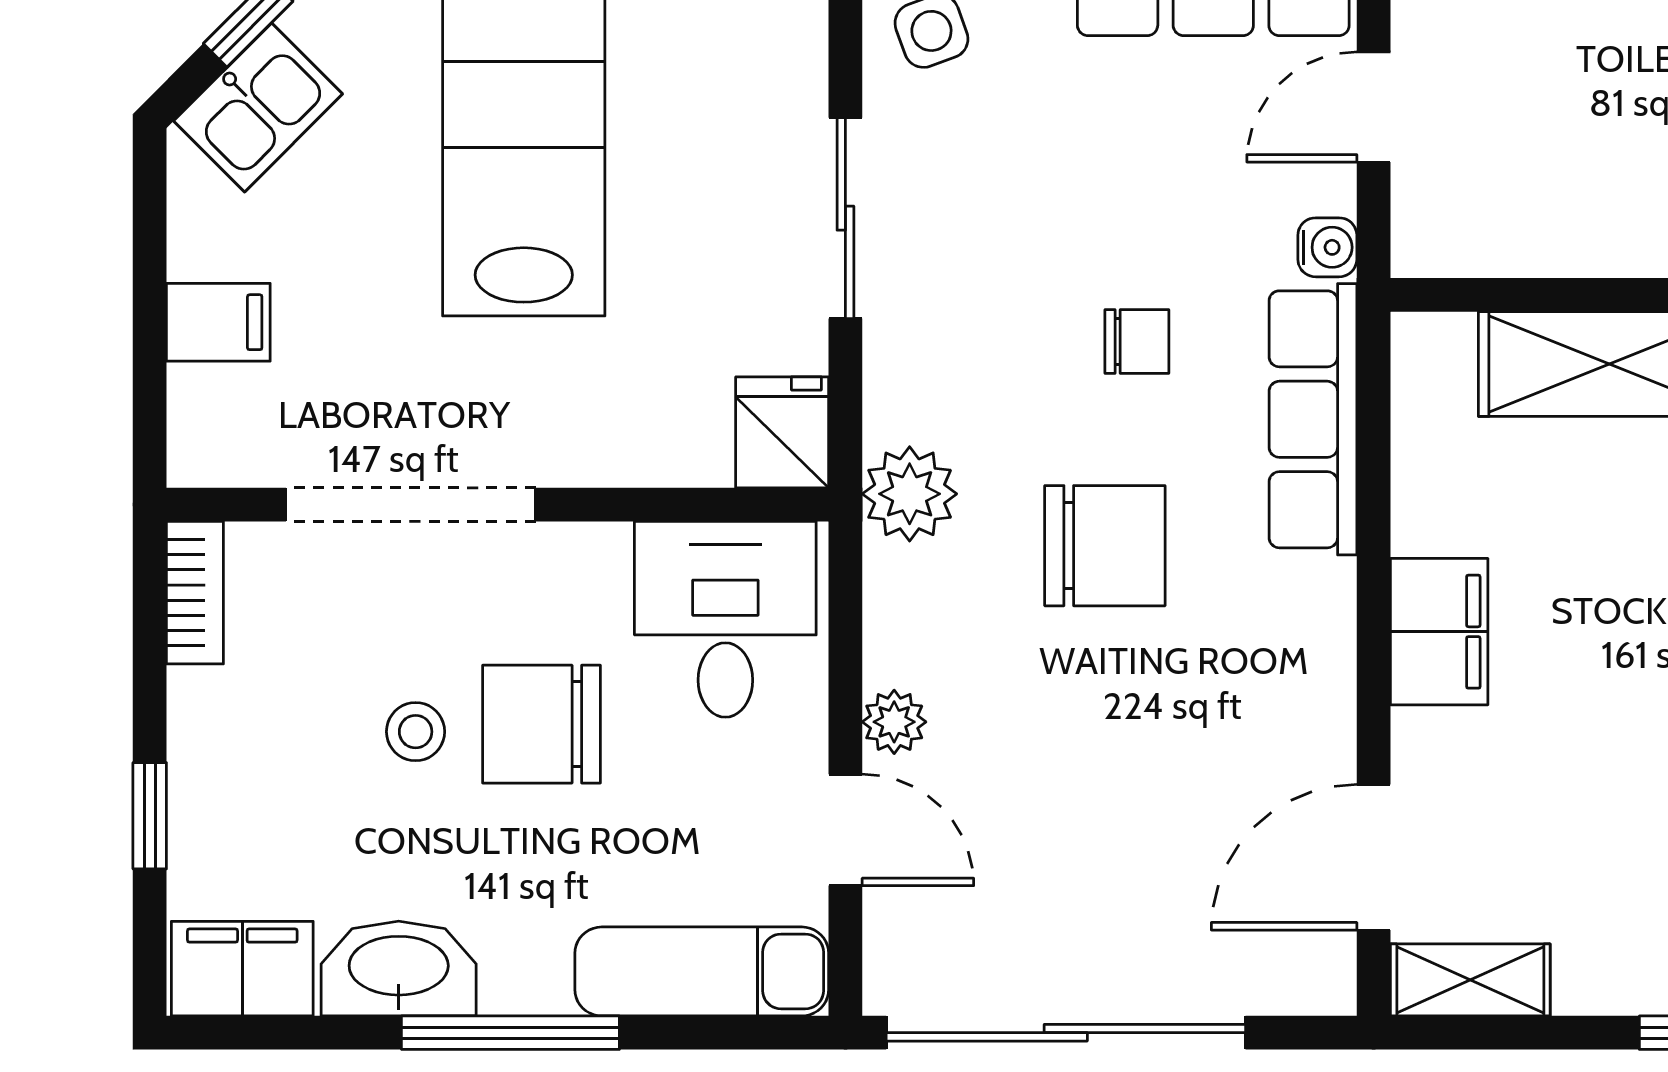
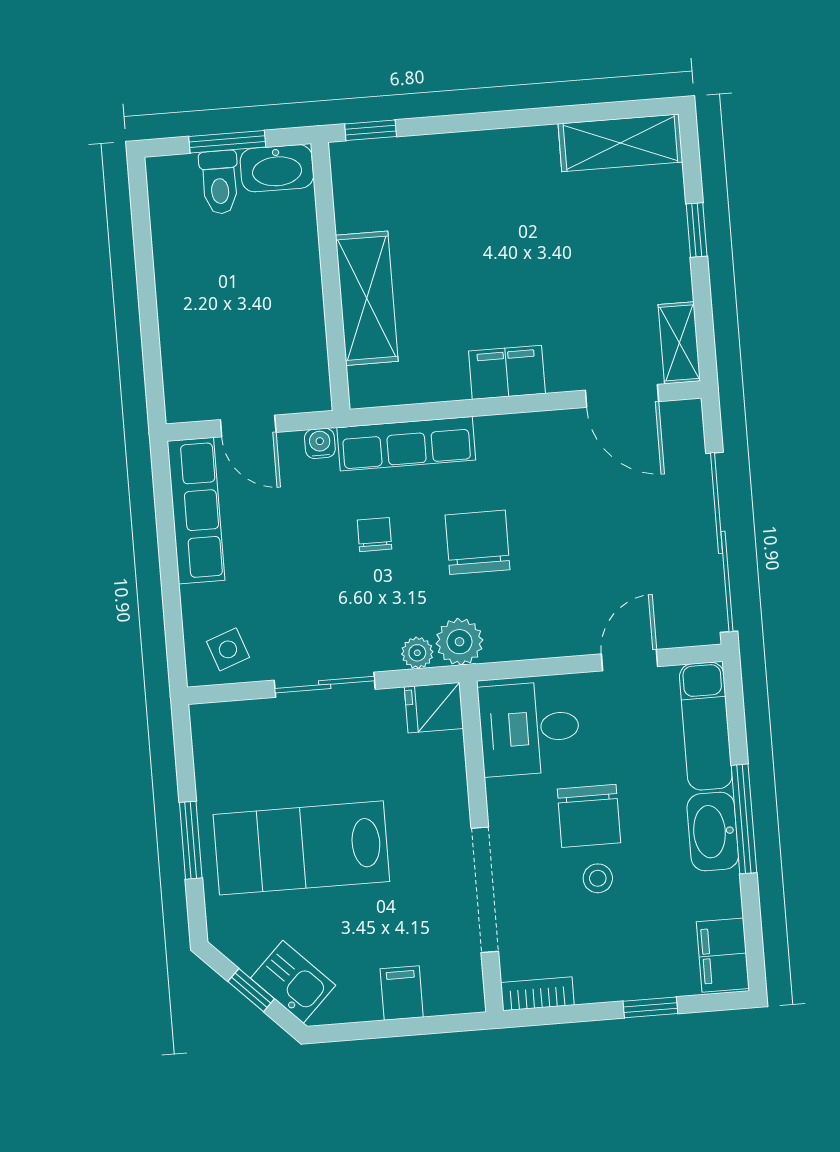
plant: (894, 722) -> (417, 653), moved
washbasin: (399, 969) -> (713, 831), moved

